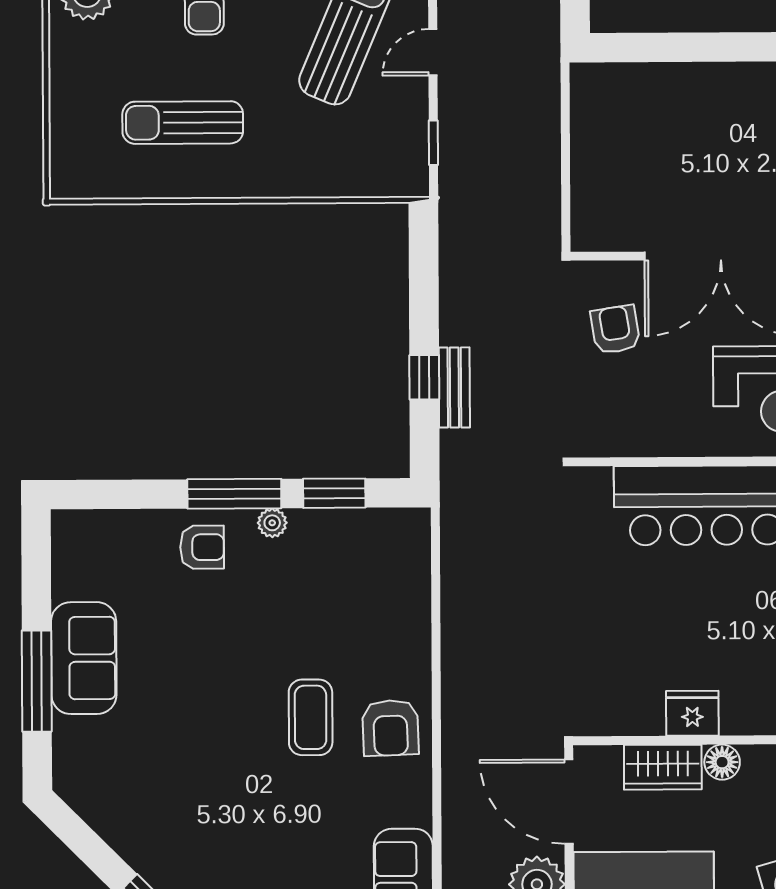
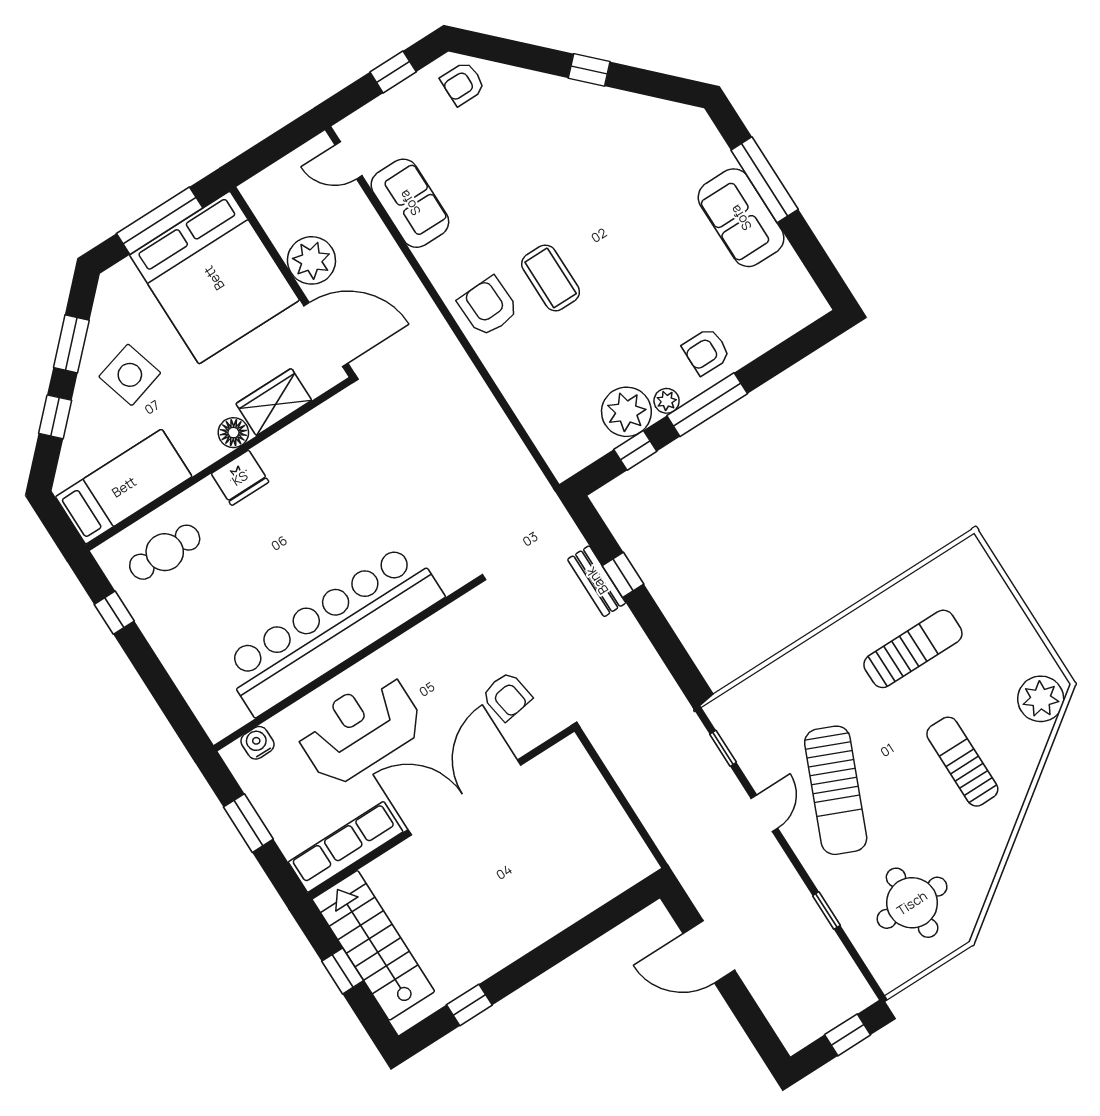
window: (334, 493) -> (635, 450), width x0.67
plant: (319, 537) -> (626, 412), added
fridge: (692, 713) -> (240, 478), moved

